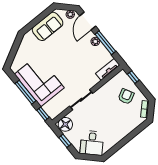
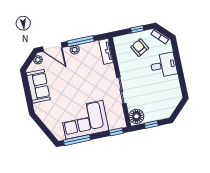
window: (133, 77) -> (137, 29), moved
window: (25, 92) -> (77, 140), moved
desk: (92, 143) -> (163, 65), moved, turned -45

